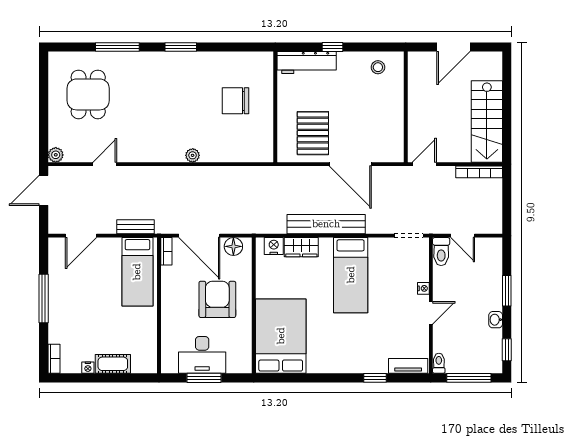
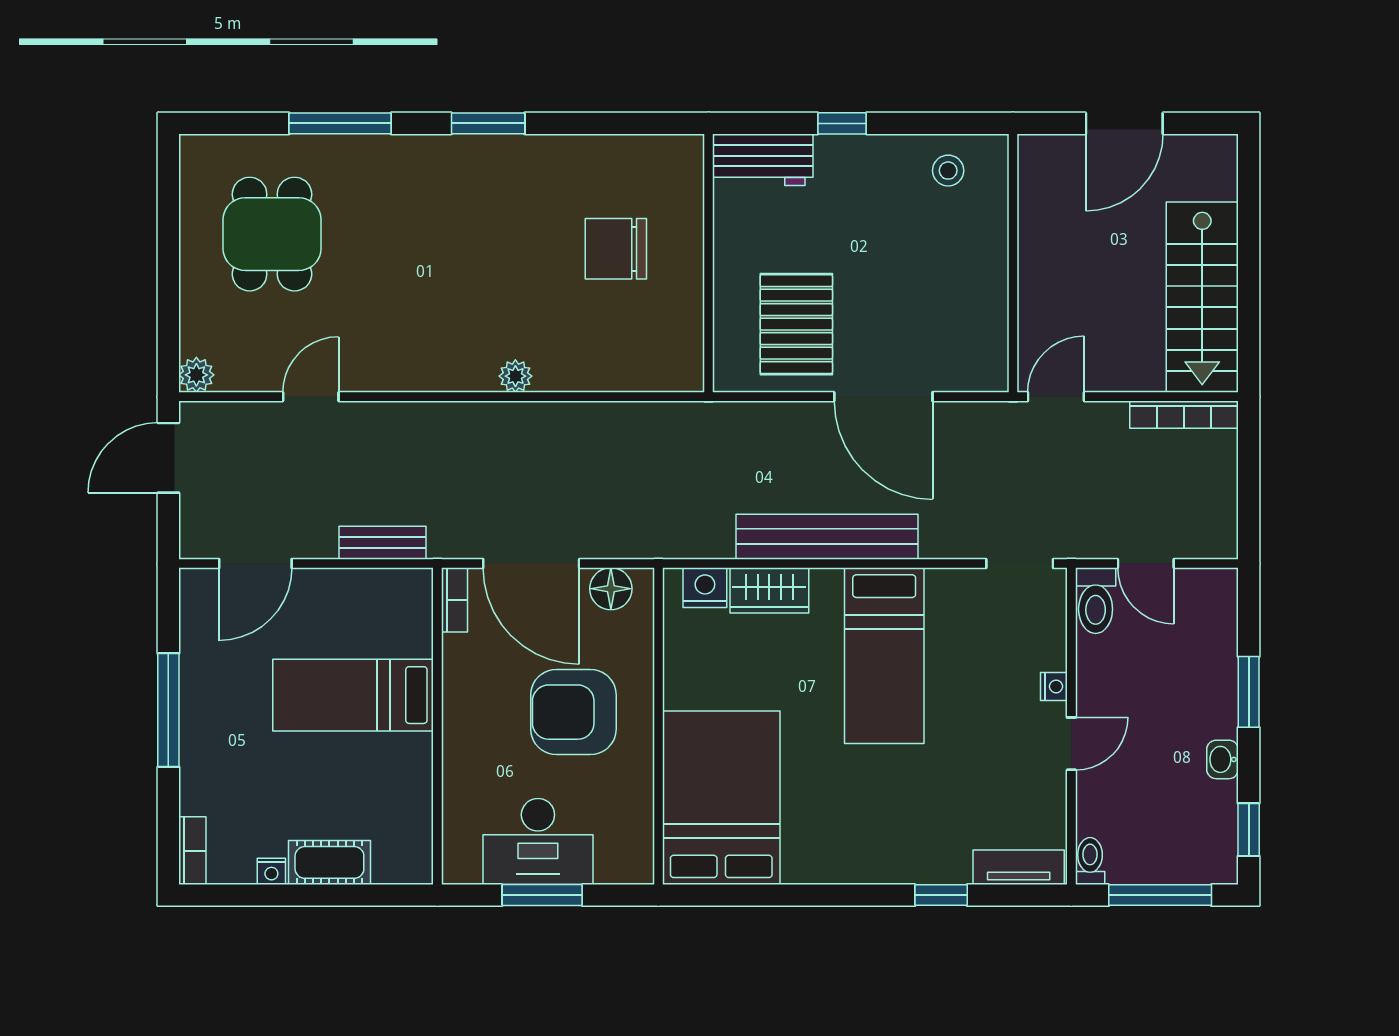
workbench: (307, 63) -> (763, 160), width x0.73
bed: (137, 272) -> (353, 695), moved, turned 90
armchair: (217, 299) -> (573, 712), turned -90

